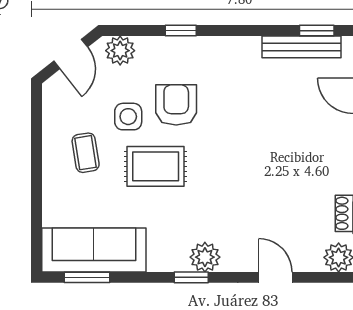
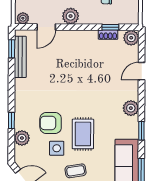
plant: (120, 51) -> (22, 138), moved
window: (191, 277) -> (141, 131), moved

